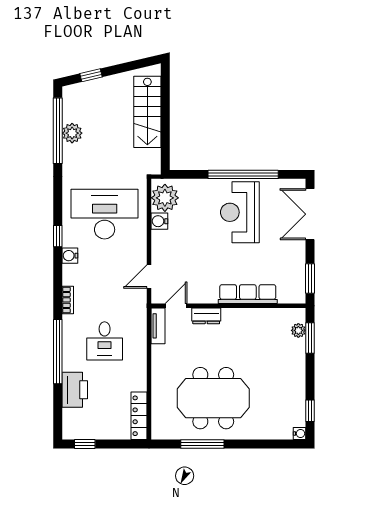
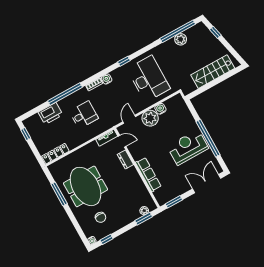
plant: (165, 198) -> (150, 118), moved
water cooler: (70, 256) -> (107, 79), moved
door: (149, 277) -> (129, 119), hinge flipped
desk: (105, 341) -> (84, 115), turned 180
chair: (272, 401) -> (101, 217), added

